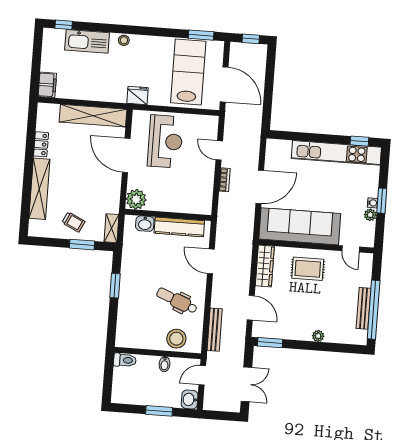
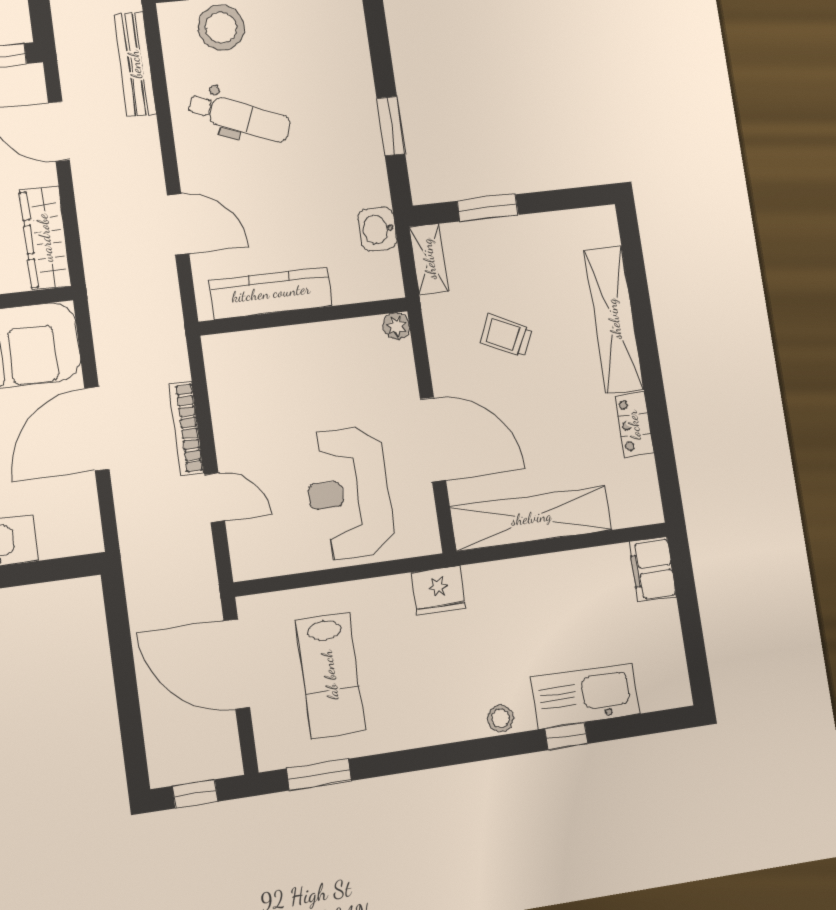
window: (64, 25) -> (566, 736), moved
lab bench: (188, 72) -> (330, 675), width x0.73, depth x0.72
bookcase: (225, 180) -> (186, 428), width x1.56
plant: (136, 199) -> (396, 326), width x0.53, depth x0.53
trolley: (73, 222) -> (506, 336), moved
washbasin: (145, 224) -> (378, 229), moved, turned -90

